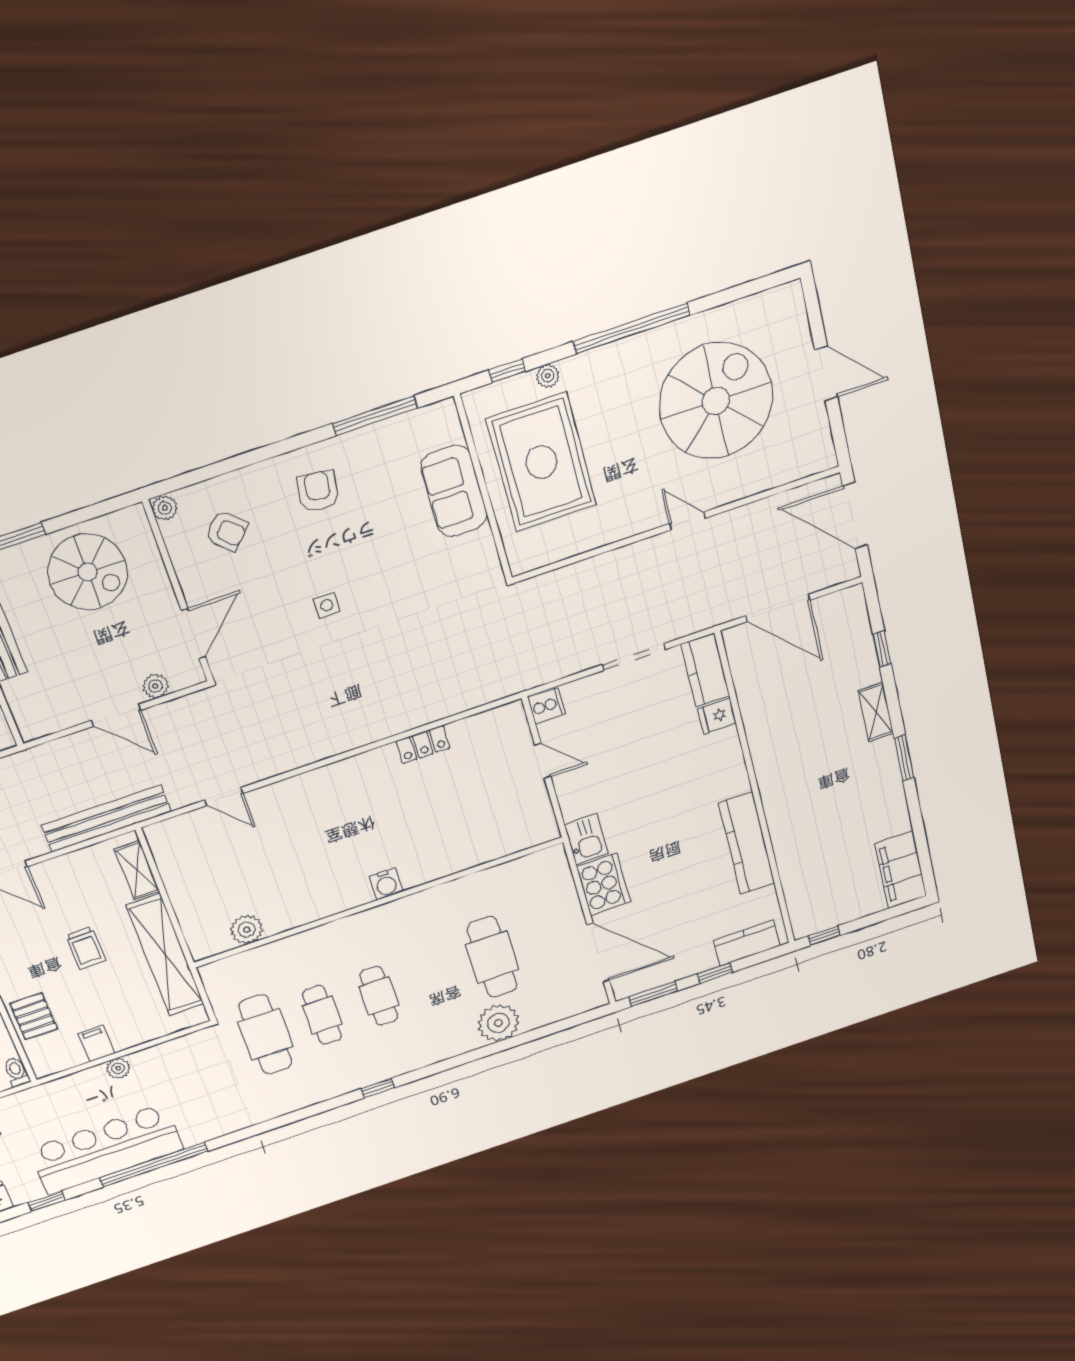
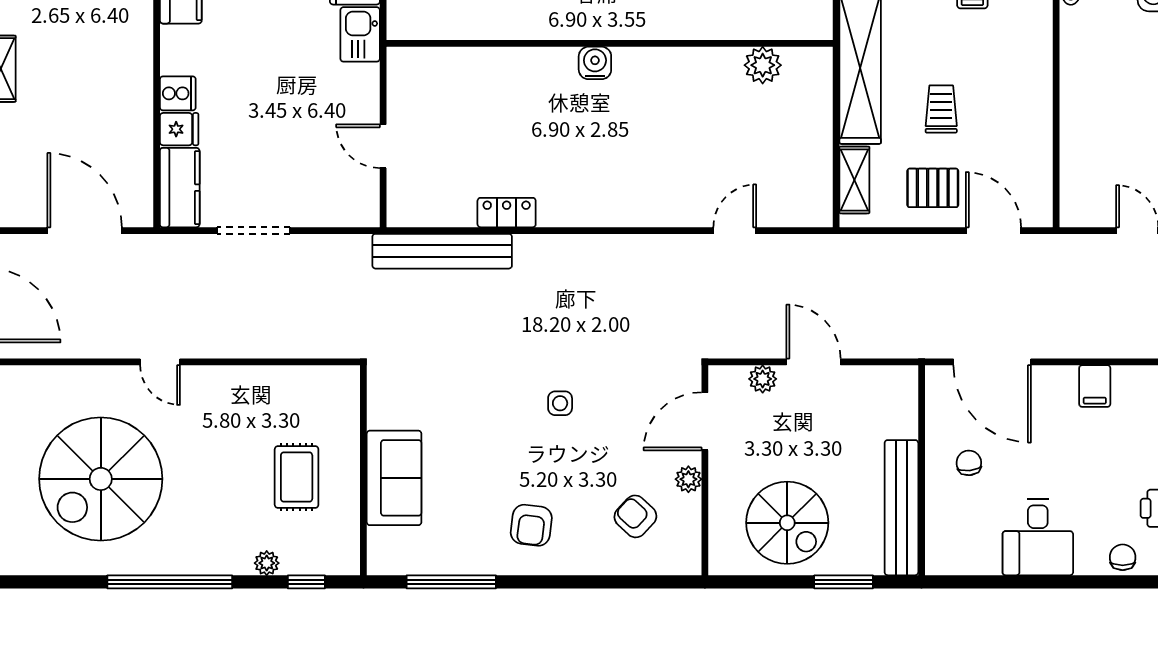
rug: (541, 462) -> (297, 477), width x0.54, depth x0.49
plant: (165, 508) -> (688, 479), moved
spiral stairs: (88, 572) -> (787, 523), turned 180
cooker: (547, 706) -> (178, 93), moved, turned 180
door: (224, 797) -> (735, 231), hinge flipped
bench: (106, 819) -> (442, 251), moved
pallet: (34, 1016) -> (933, 188), moved, turned 90

